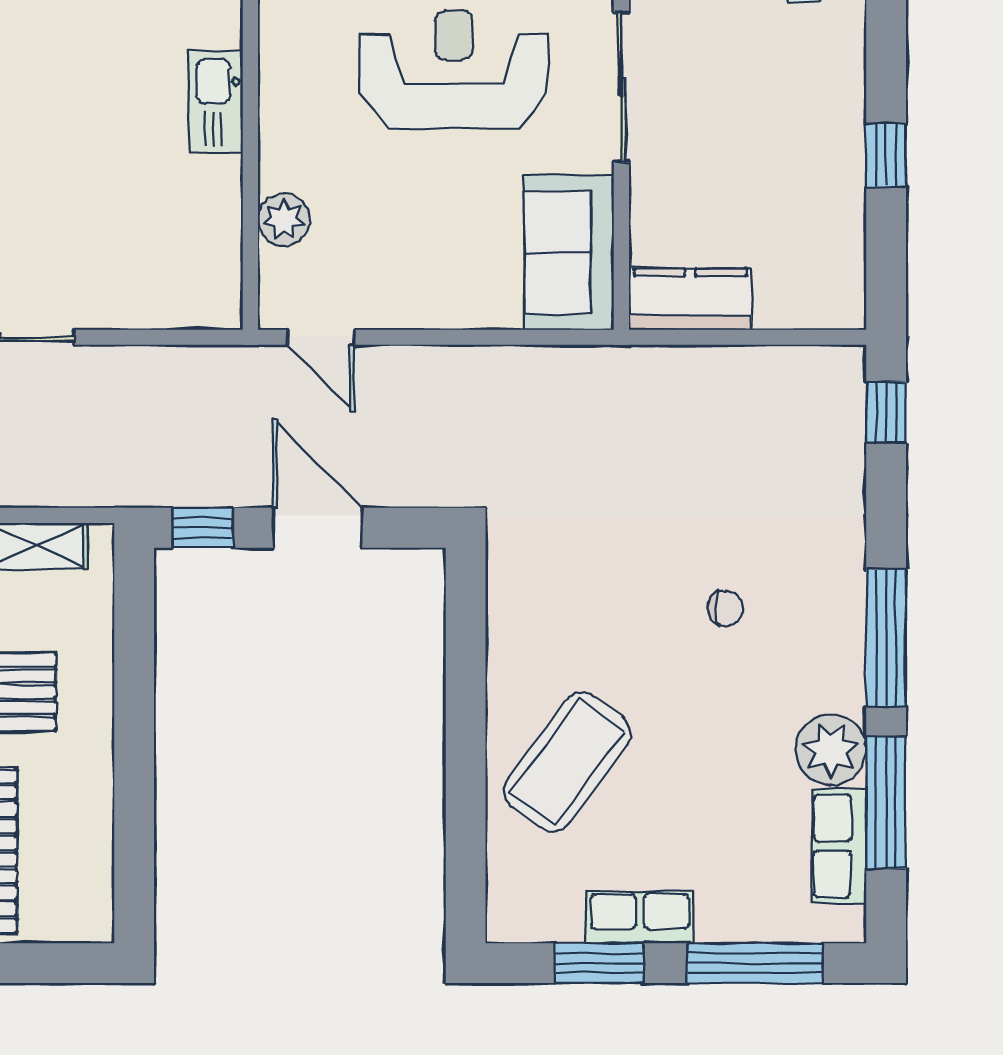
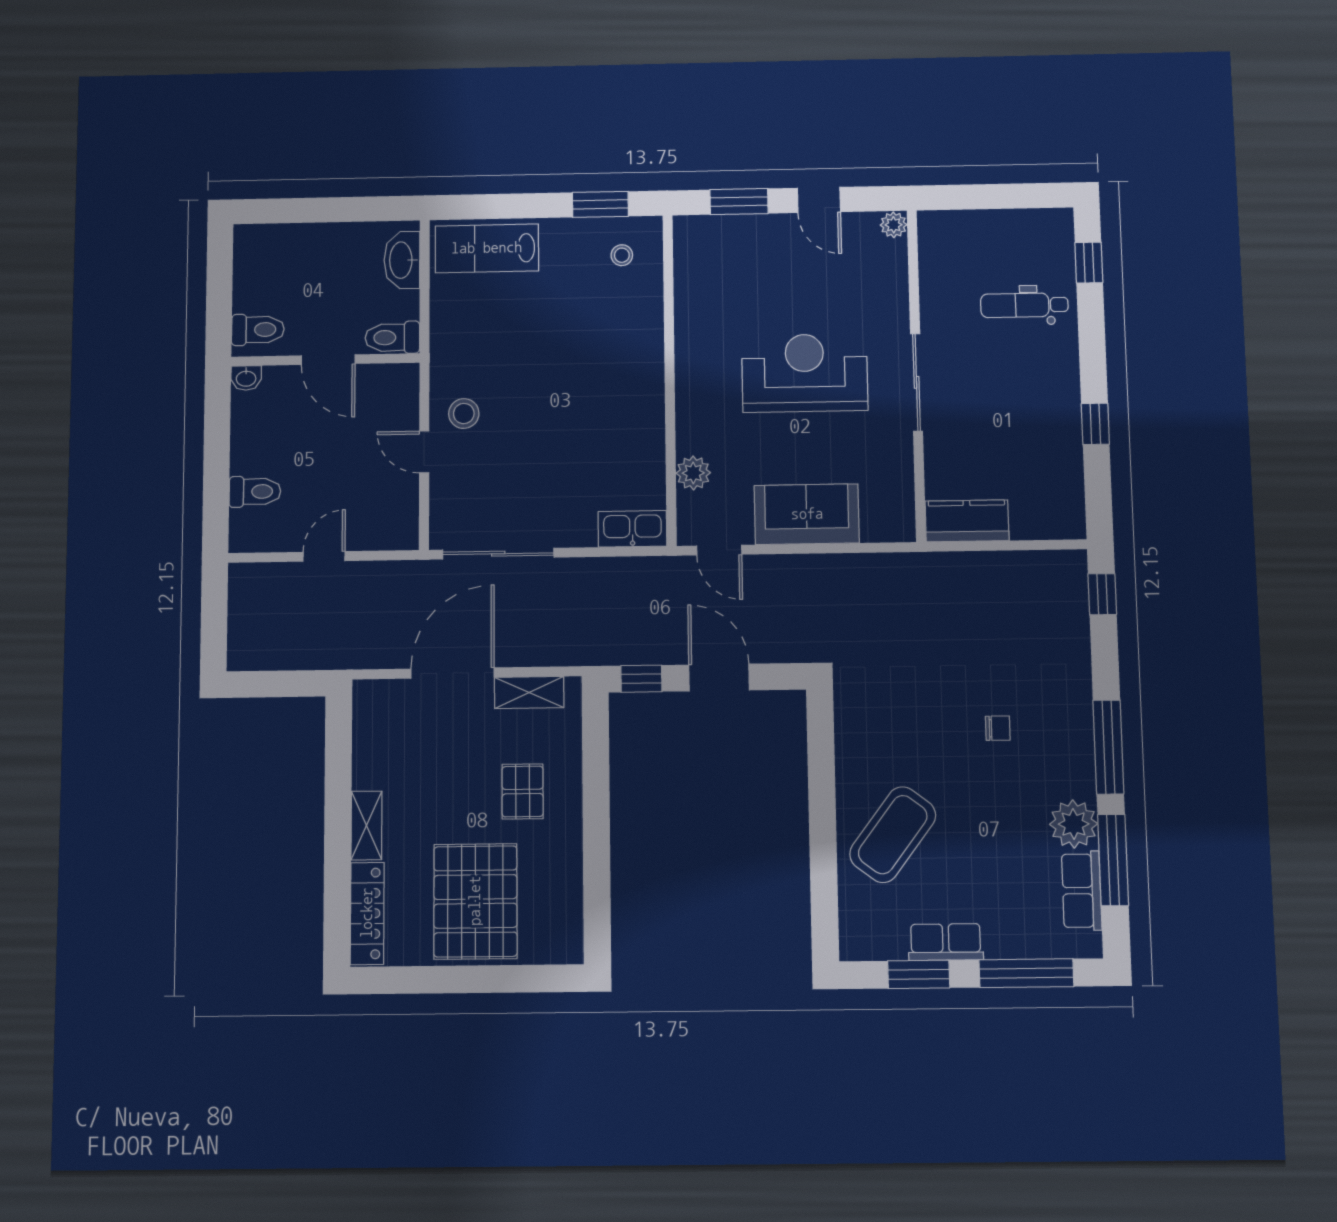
kitchen sink: (216, 102) -> (632, 529), moved, turned 90
sofa: (569, 252) -> (807, 514), moved, turned 90

